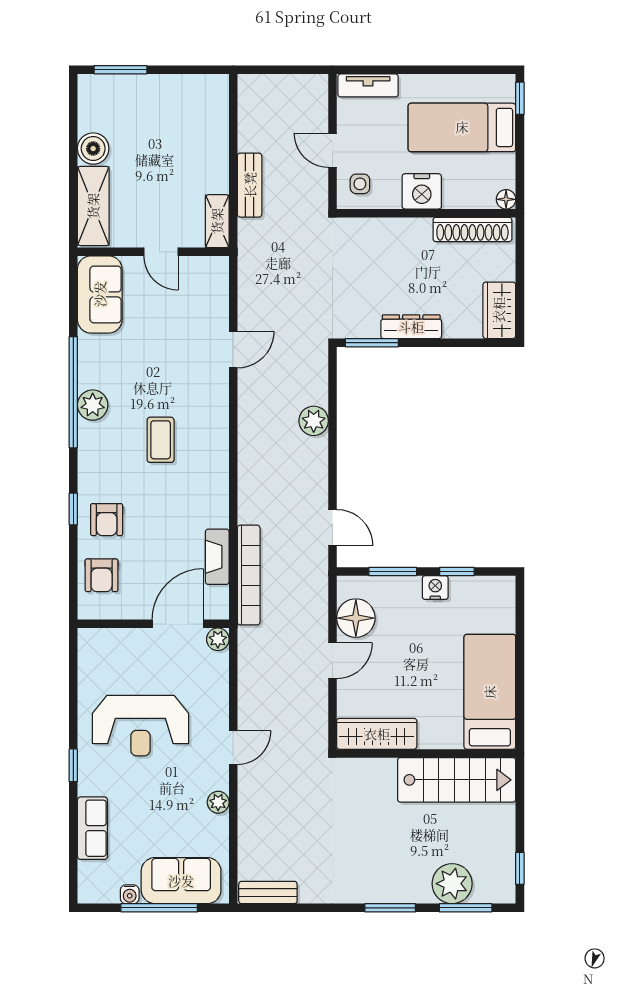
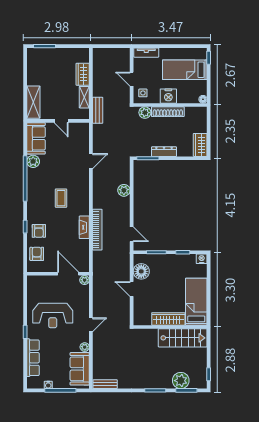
wardrobe: (213, 138) -> (83, 74), added
boiler: (93, 149) -> (33, 78), removed
bench: (250, 185) -> (98, 110), moved
shelving: (217, 221) -> (84, 97), moved
shoe rack: (472, 229) -> (168, 112), moved
plant: (365, 232) -> (145, 113), added
plant: (93, 405) -> (33, 161), moved
fireplace: (217, 557) -> (84, 227), moved
armchair: (102, 575) -> (37, 254), turned 180
bookcase: (249, 575) -> (97, 230), moved
nightstand: (435, 588) -> (202, 259), moved
door: (178, 624) -> (68, 274), hinge flipped
door: (332, 661) -> (132, 289), swing flipped
wardrobe: (377, 734) -> (168, 319), moved
row of seats: (92, 828) -> (33, 358), width x1.48
sofa: (181, 881) -> (80, 369), moved, turned -90

